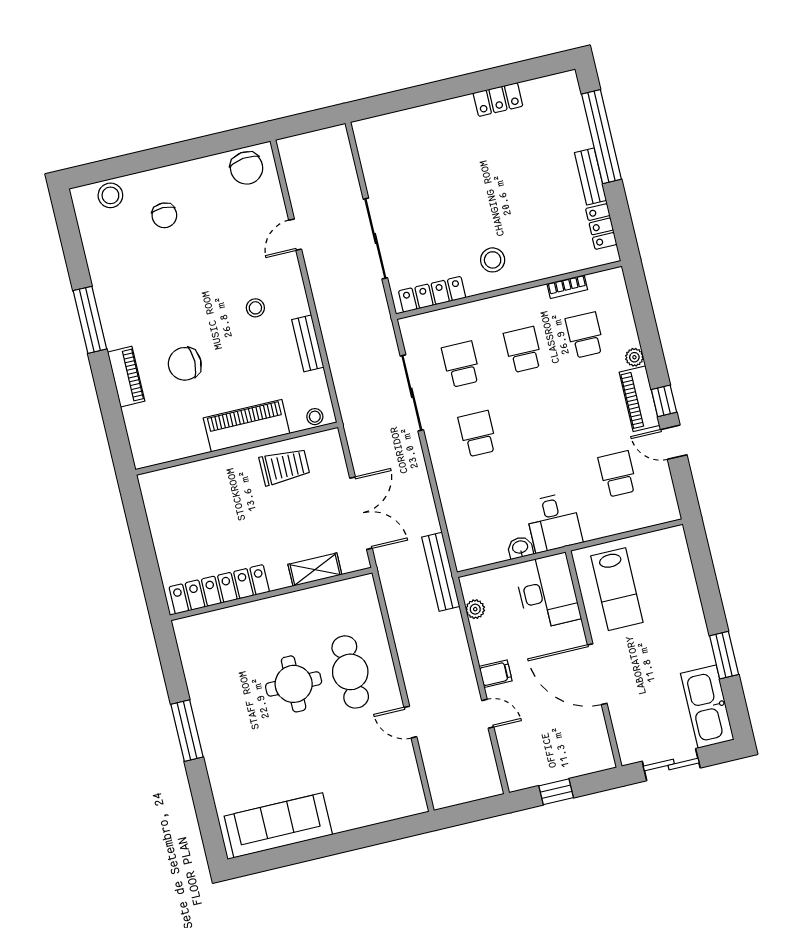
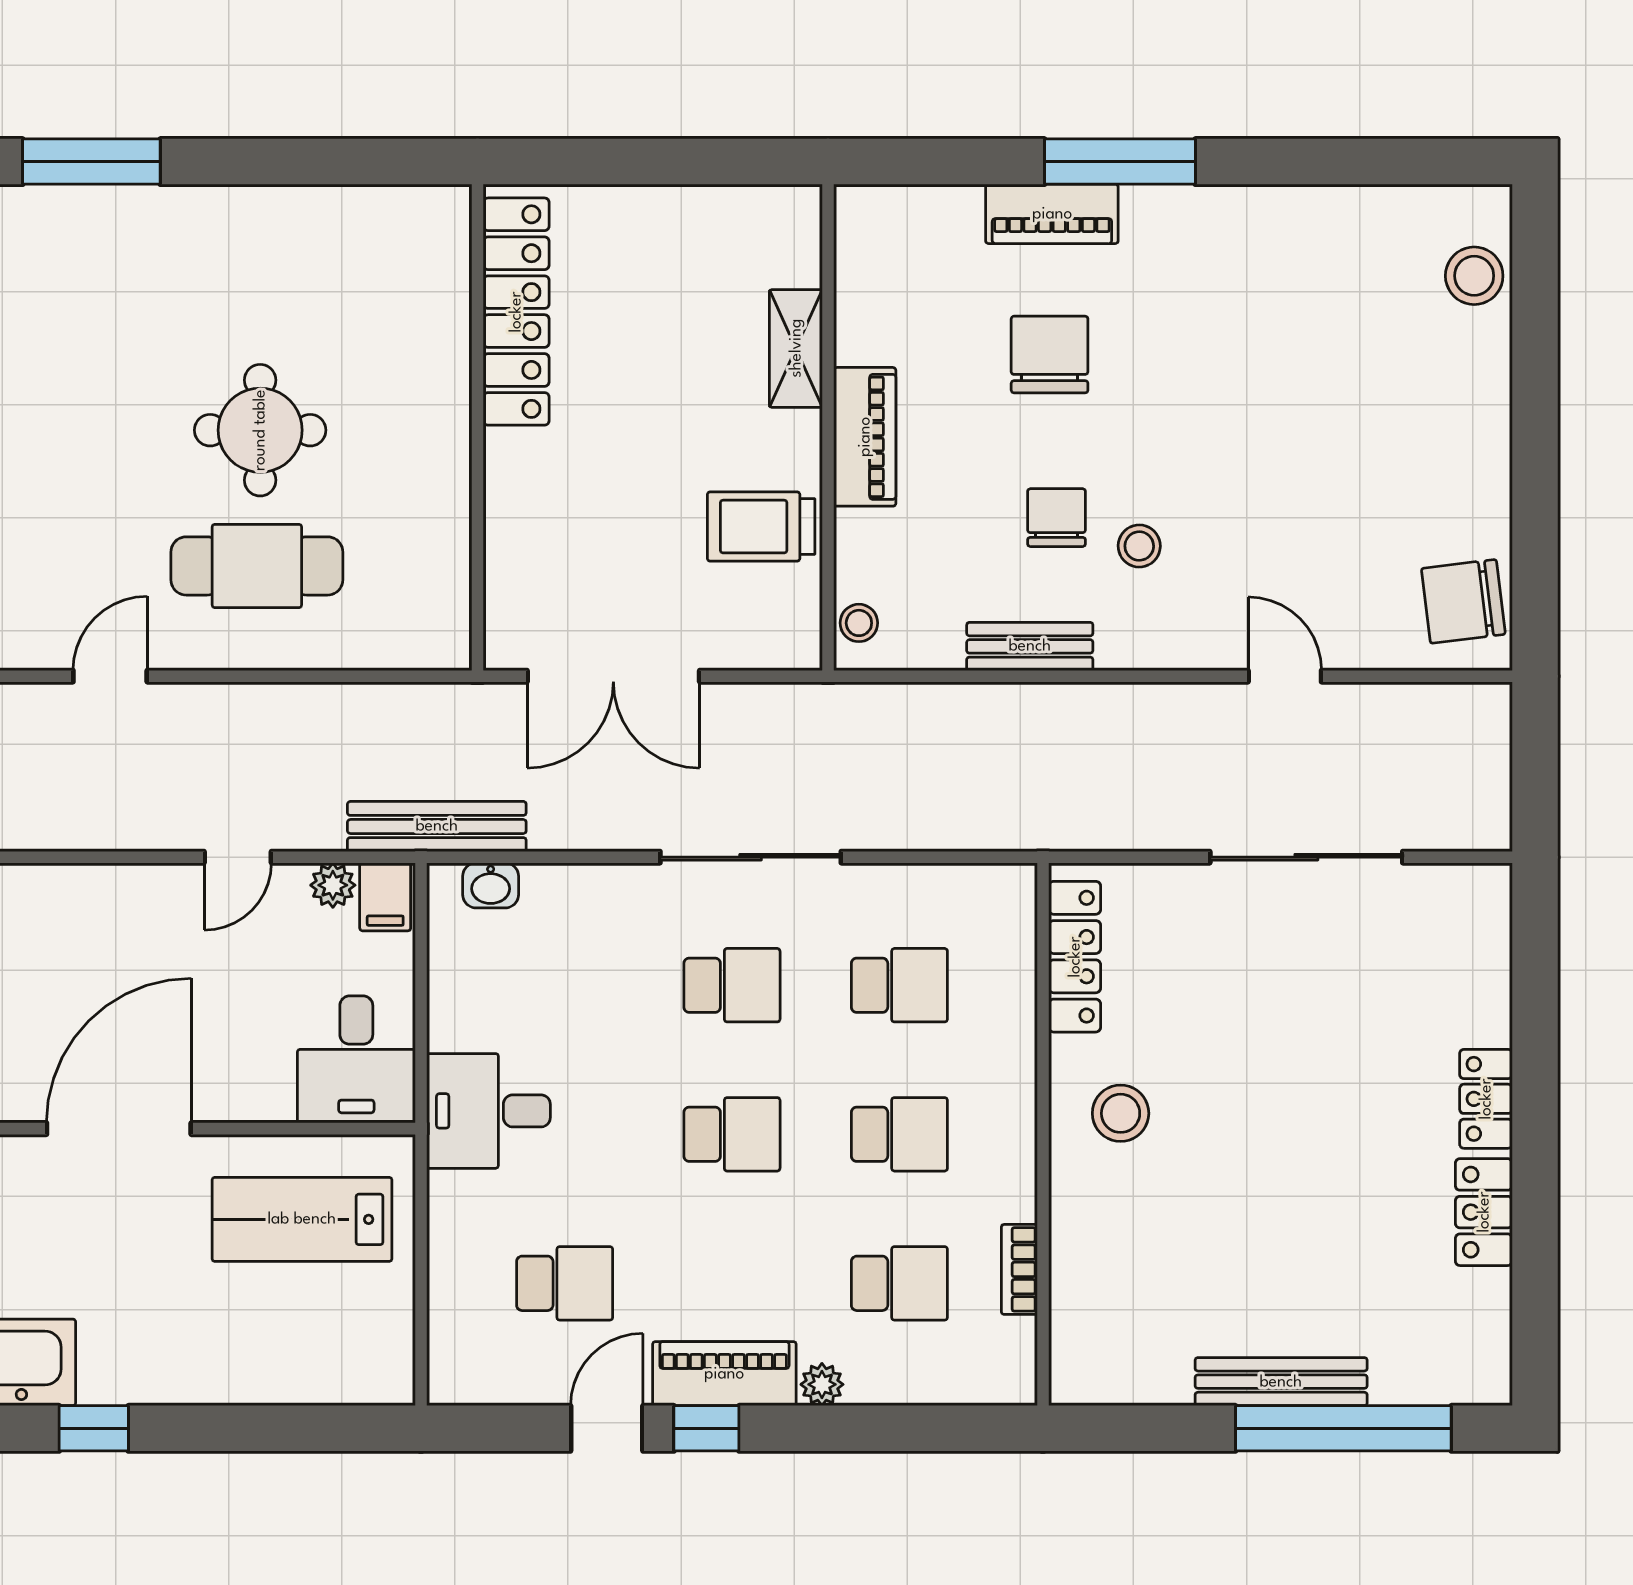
bench: (590, 177) -> (1281, 1382), width x1.36
chair: (164, 215) -> (1057, 518), moved, turned 90
locker: (601, 226) -> (1486, 1099), moved, turned -90
sliding door: (375, 238) -> (1306, 857), moved
window: (90, 320) -> (1120, 162), moved
sliding door: (412, 393) -> (751, 857), moved
school desk: (539, 419) -> (732, 1134), added
piano: (247, 426) -> (865, 437), width x0.73, depth x0.75
trolley: (284, 467) -> (761, 527), turned 90
washbasin: (520, 548) -> (491, 885), moved, turned 90
shelving: (315, 570) -> (796, 348), moved
desk: (547, 591) -> (356, 1059), width x0.73
window: (724, 655) -> (94, 1428), width x0.67
filing cabinet: (496, 674) -> (385, 897), moved
door: (488, 714) -> (238, 857), moved
window: (187, 731) -> (91, 162), moved

